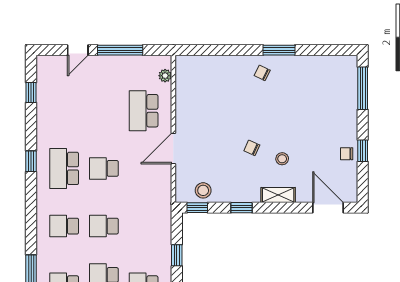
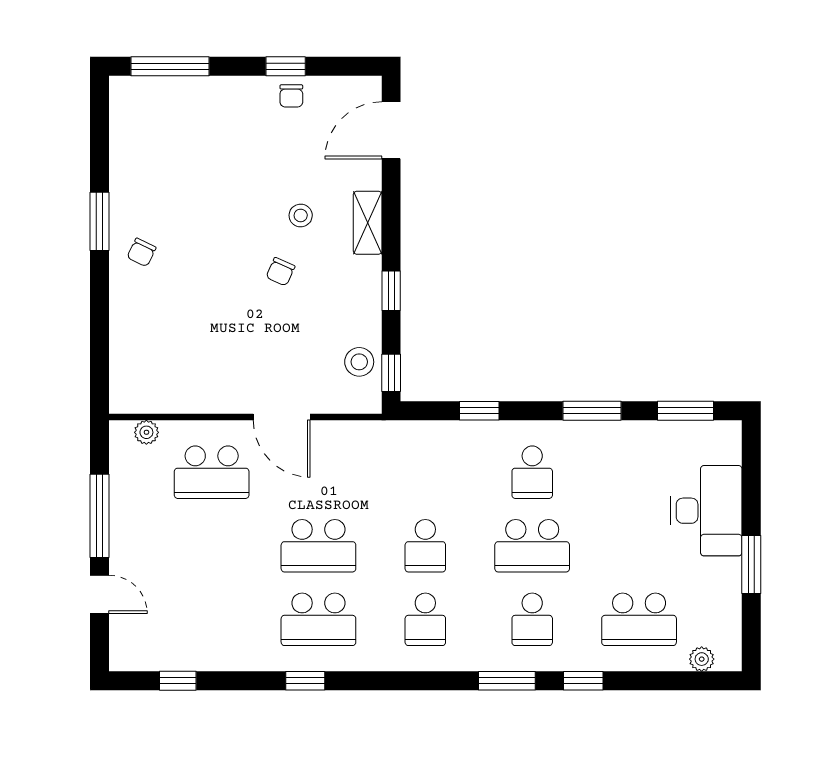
school desk: (104, 168) -> (318, 546), width x1.85

